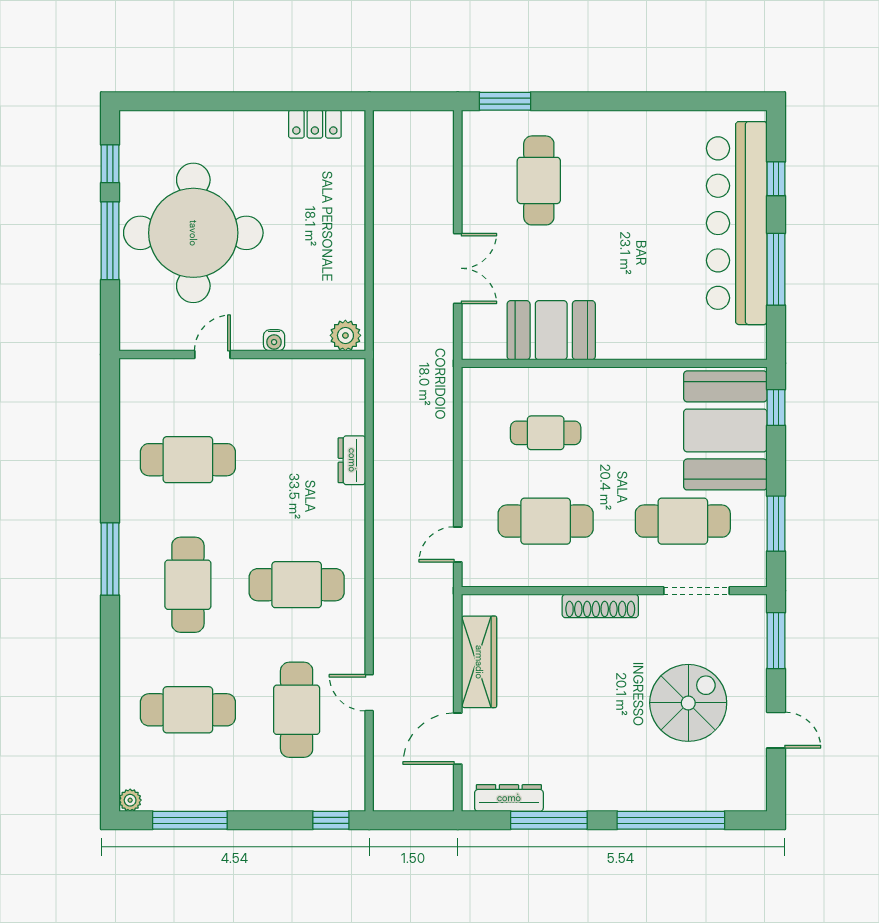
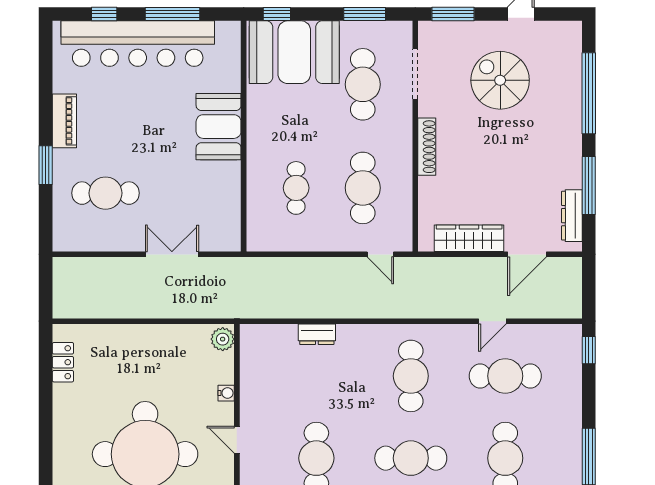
window: (505, 101) -> (46, 165), moved
piano: (634, 126) -> (64, 121), added
booth: (551, 330) -> (219, 127), moved
door: (458, 739) -> (527, 254), hinge flipped

